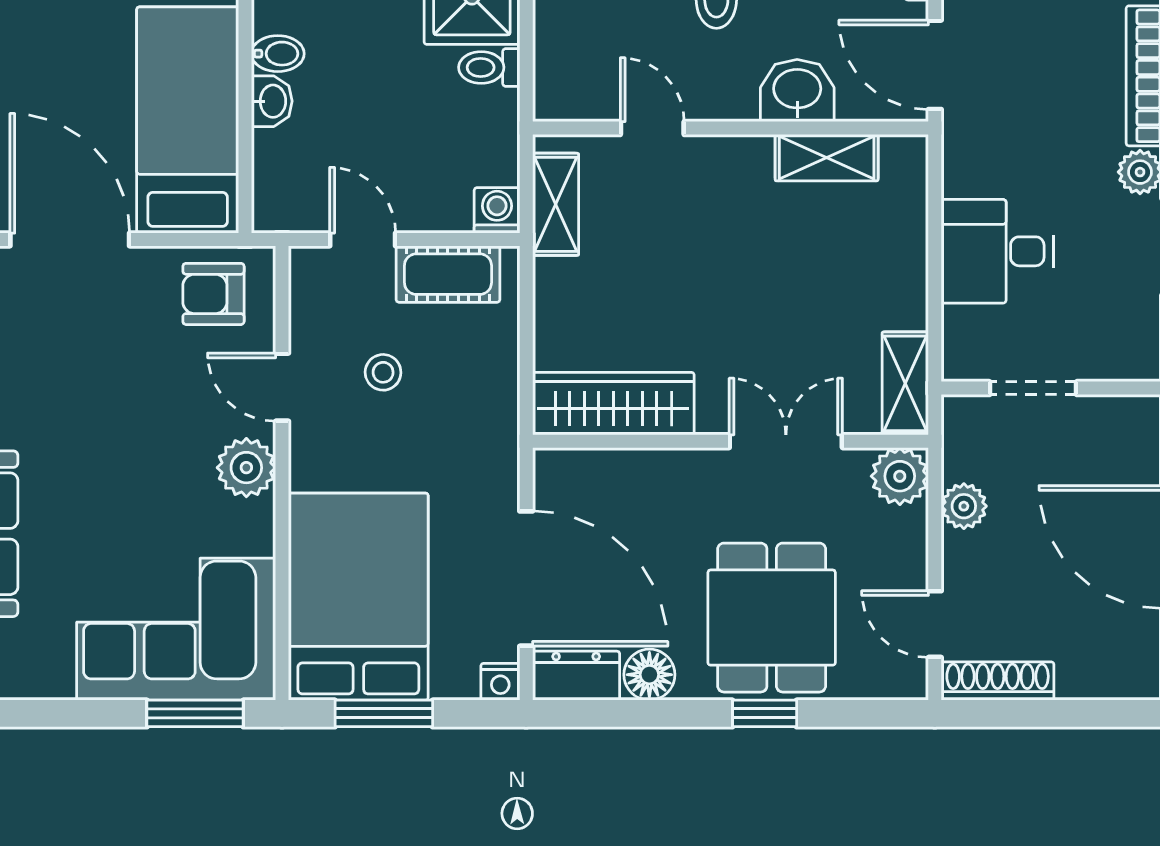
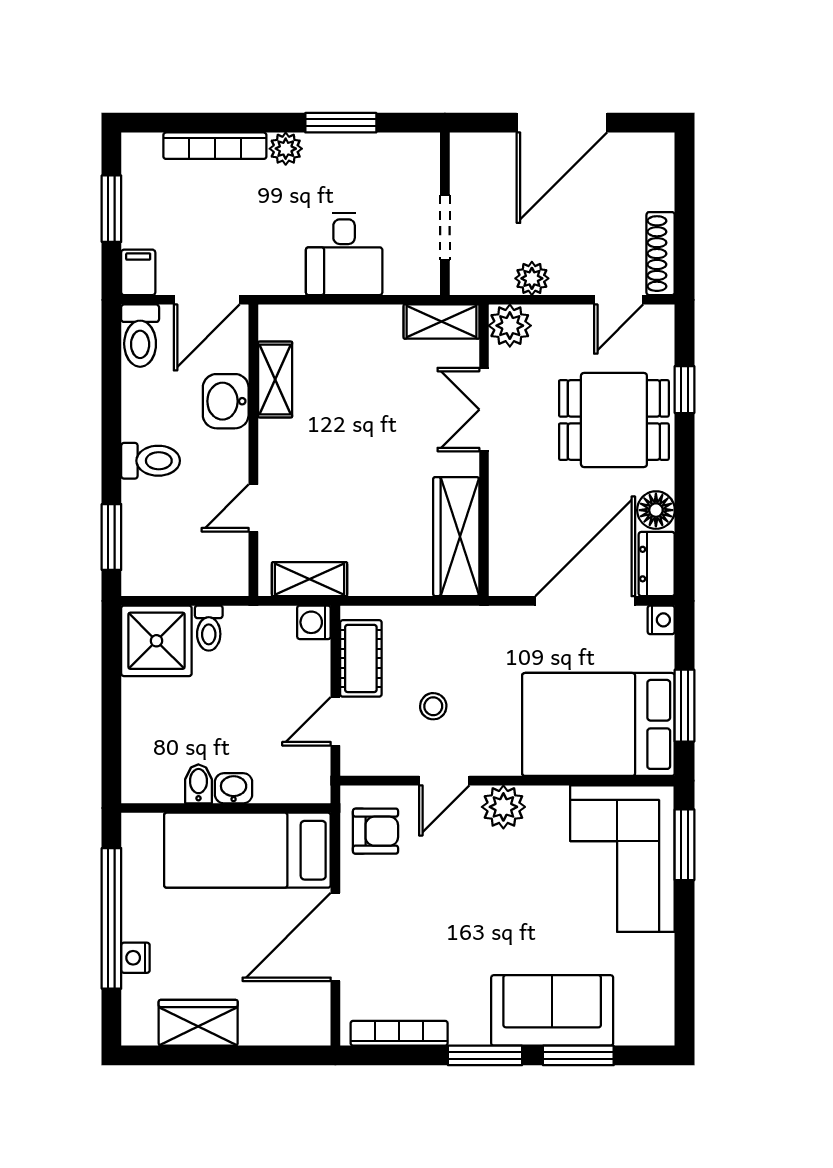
armchair: (213, 294) -> (376, 831), turned -90
window: (765, 713) -> (685, 390), moved

